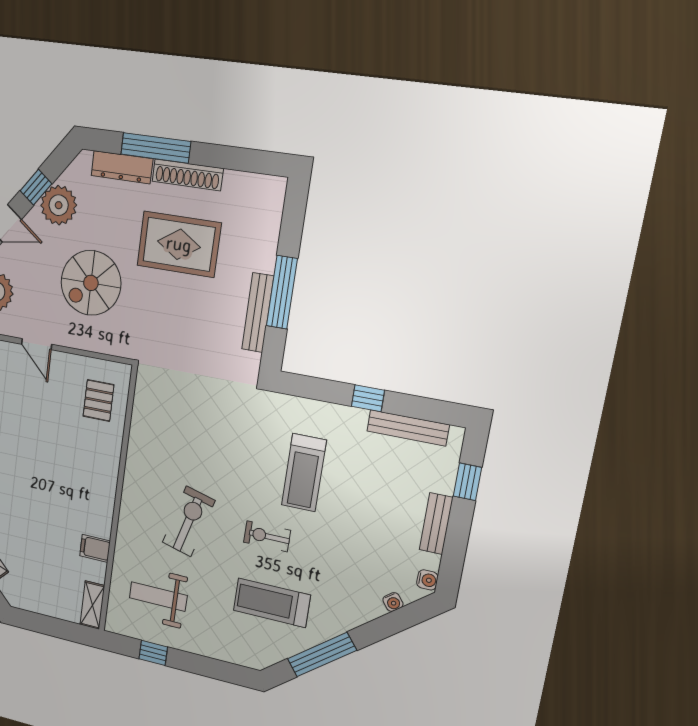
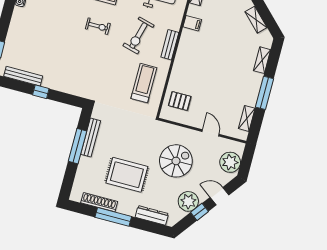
window: (156, 148) -> (113, 217), moved
shoe rack: (188, 175) -> (99, 202), moved
pallet: (98, 400) -> (180, 101), turned 90
treadmill: (304, 473) -> (144, 83), moved
bench: (436, 524) -> (170, 45), moved

